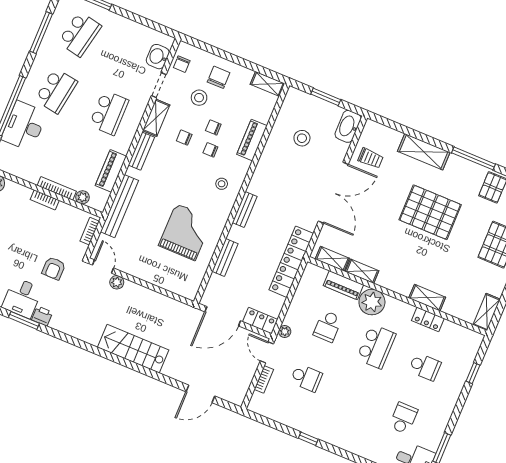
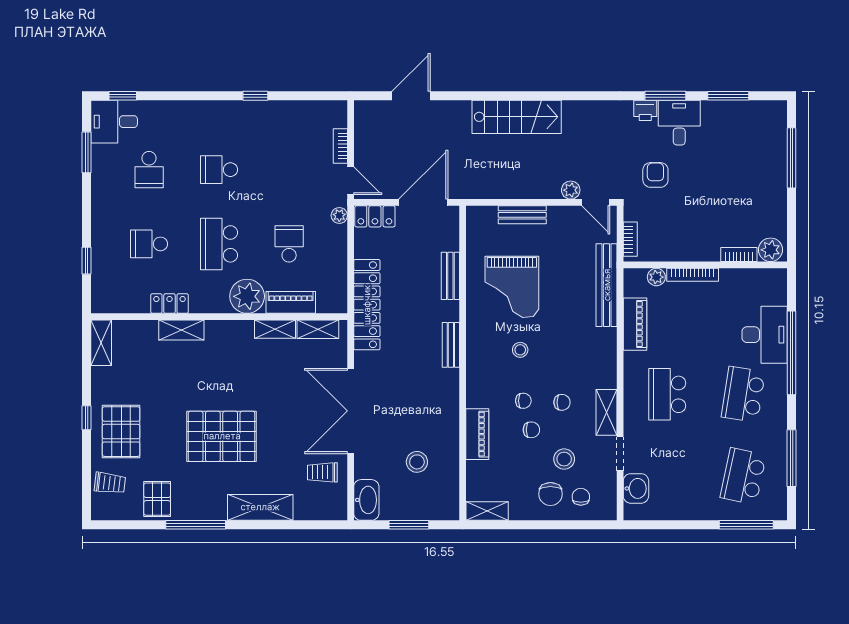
chair: (182, 64) -> (581, 497), moved
bench: (141, 151) -> (522, 215), moved, turned 90
stool: (222, 184) -> (520, 350), moved
bookcase: (45, 200) -> (739, 255), moved
school desk: (306, 378) -> (219, 170), moved

